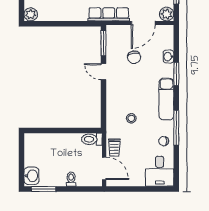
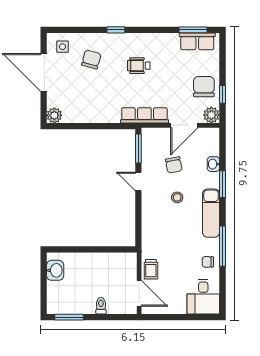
stool: (131, 118) -> (177, 197), moved
toilet: (92, 139) -> (125, 260), removed
washbasin: (31, 176) -> (55, 270), moved

